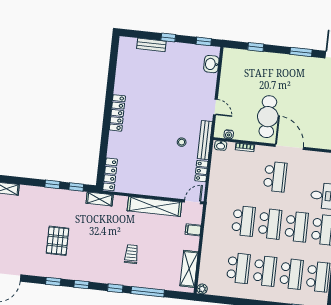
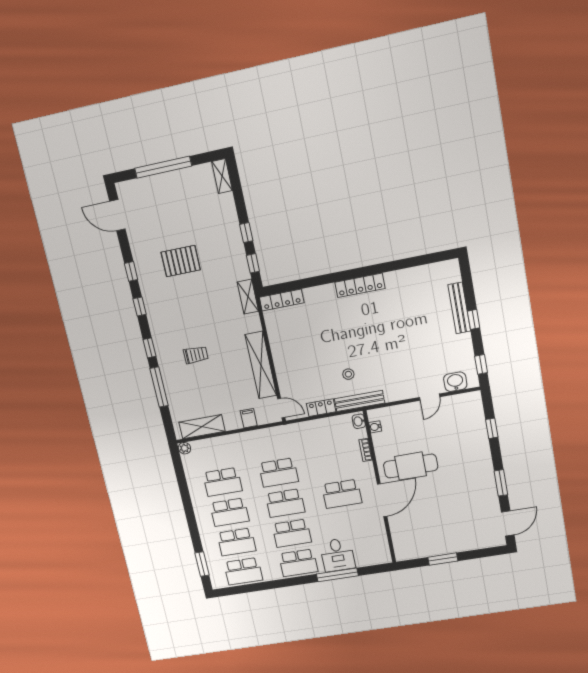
bench: (151, 45) -> (459, 308), width x1.36
door: (215, 107) -> (430, 397), moved

